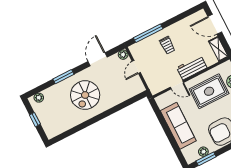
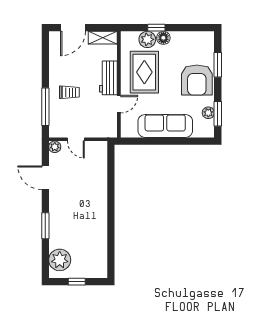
spiral stairs: (85, 95) -> (78, 212), removed
plant: (39, 98) -> (60, 260), width x1.87, depth x1.87

